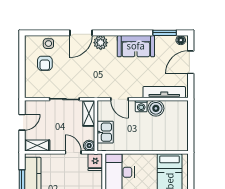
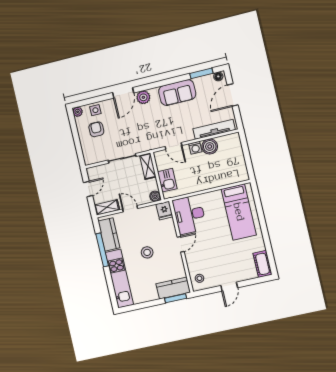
plant: (30, 41) -> (78, 112), added
armchair: (45, 63) -> (96, 129), turned 180
door: (73, 152) -> (130, 209), moved

